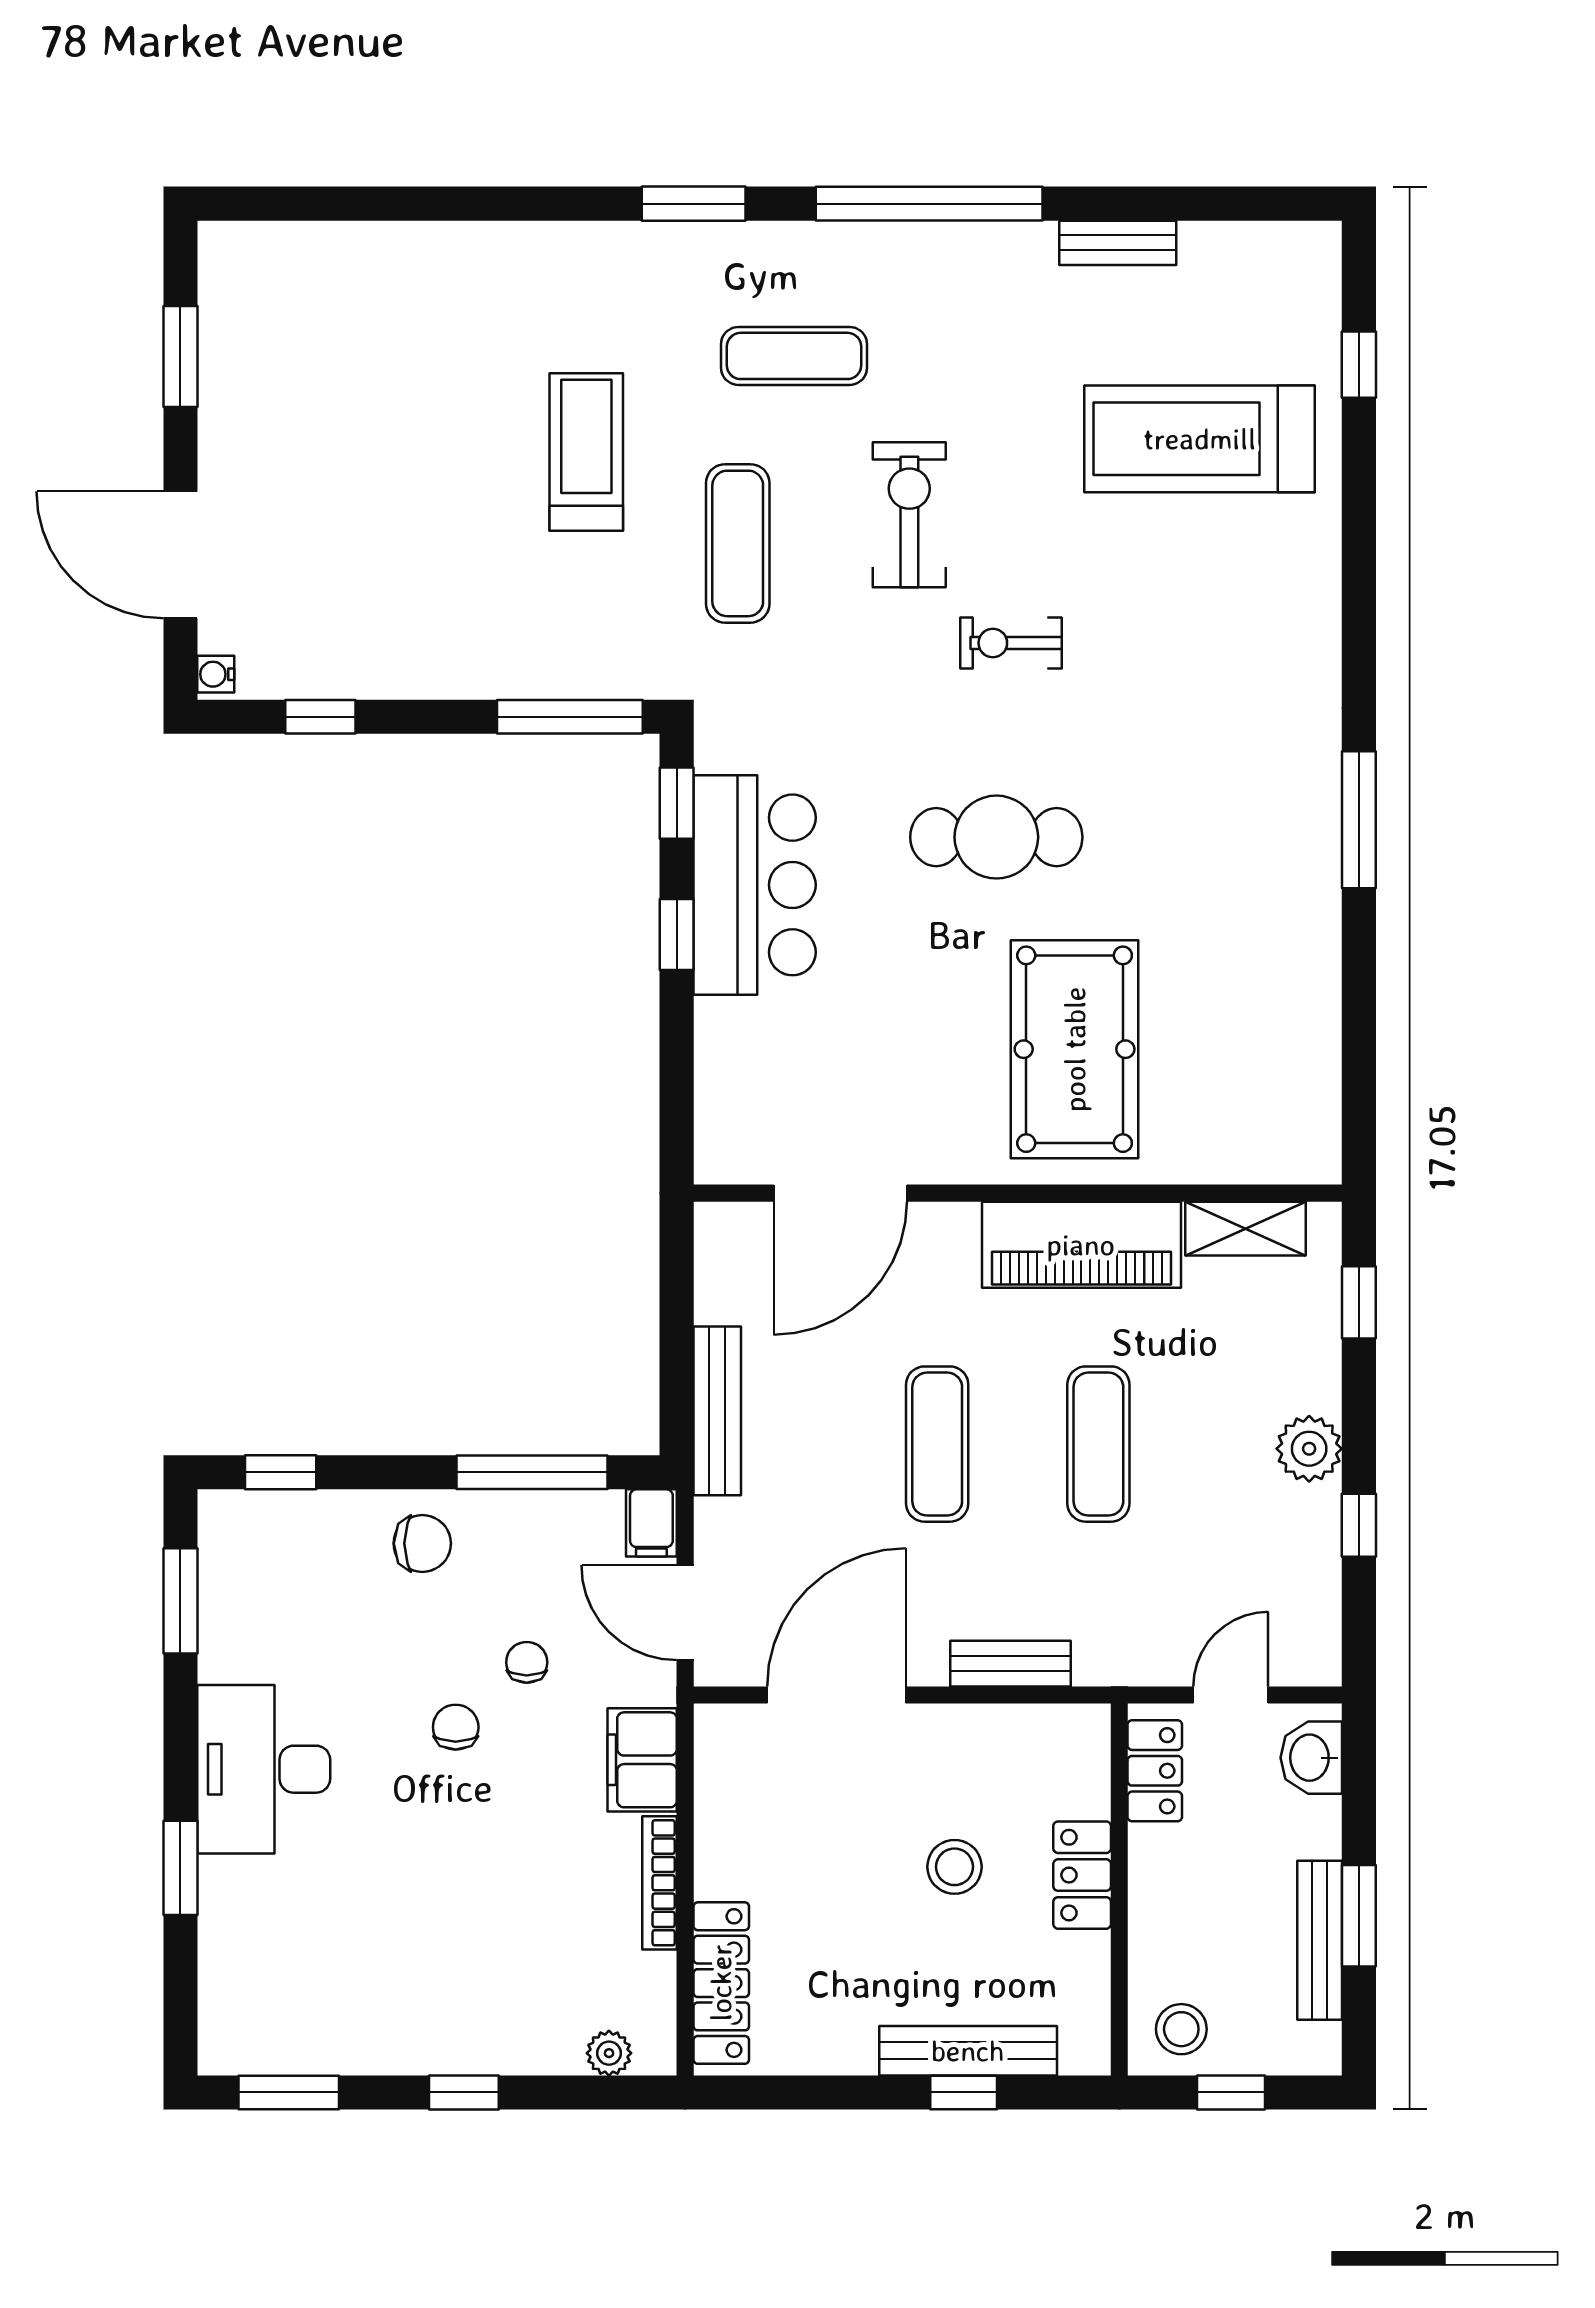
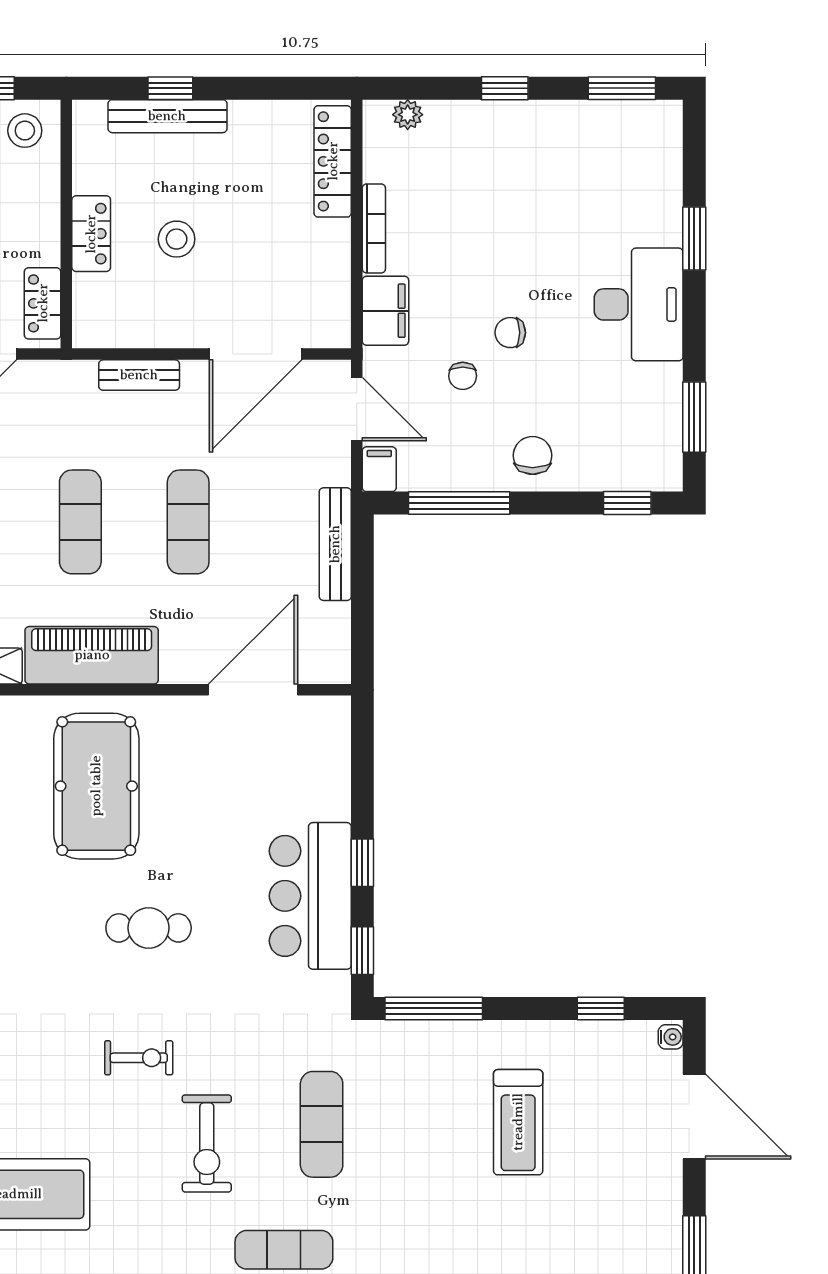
treadmill: (586, 452) -> (518, 1122), moved
cafe table: (996, 837) -> (149, 928), width x0.73, depth x0.74
chair: (422, 1543) -> (533, 455), turned 90
chair: (456, 1727) -> (510, 333), turned 90

